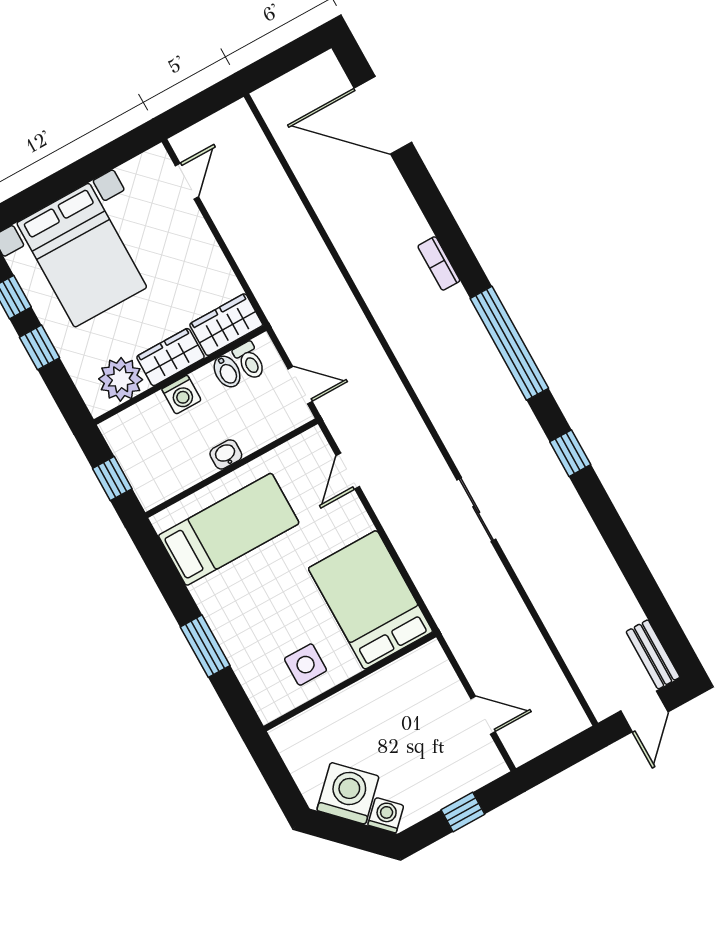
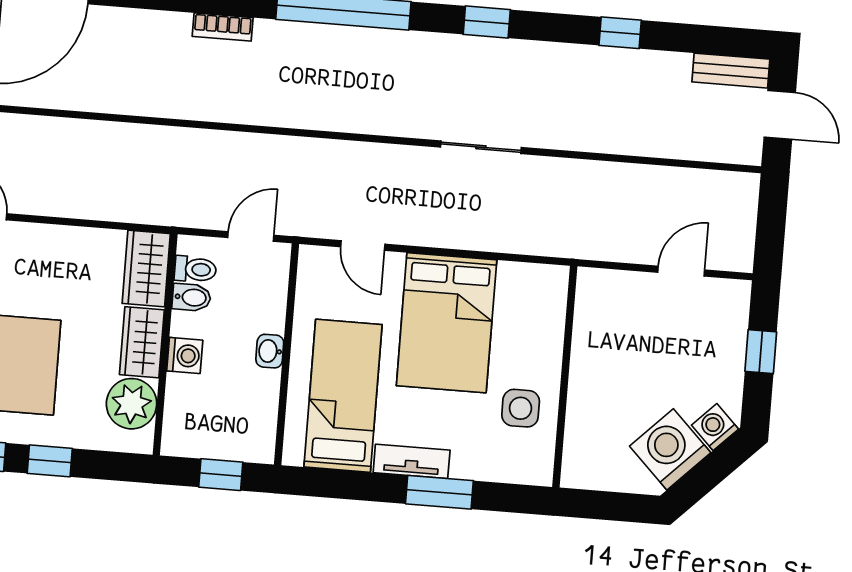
window: (627, 556) -> (620, 33), added
bed: (370, 600) -> (447, 323), moved, turned -90
tv unit: (214, 611) -> (412, 461), added

